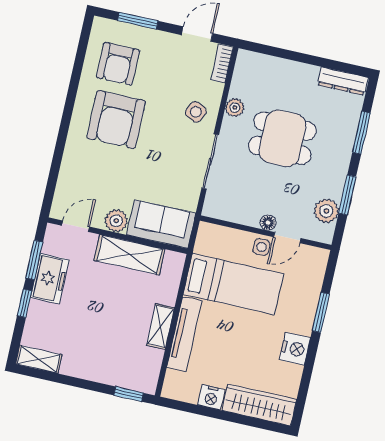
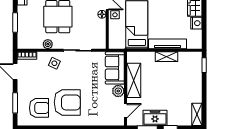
window: (290, 55) -> (15, 22), added
door: (76, 226) -> (126, 111), swing flipped

